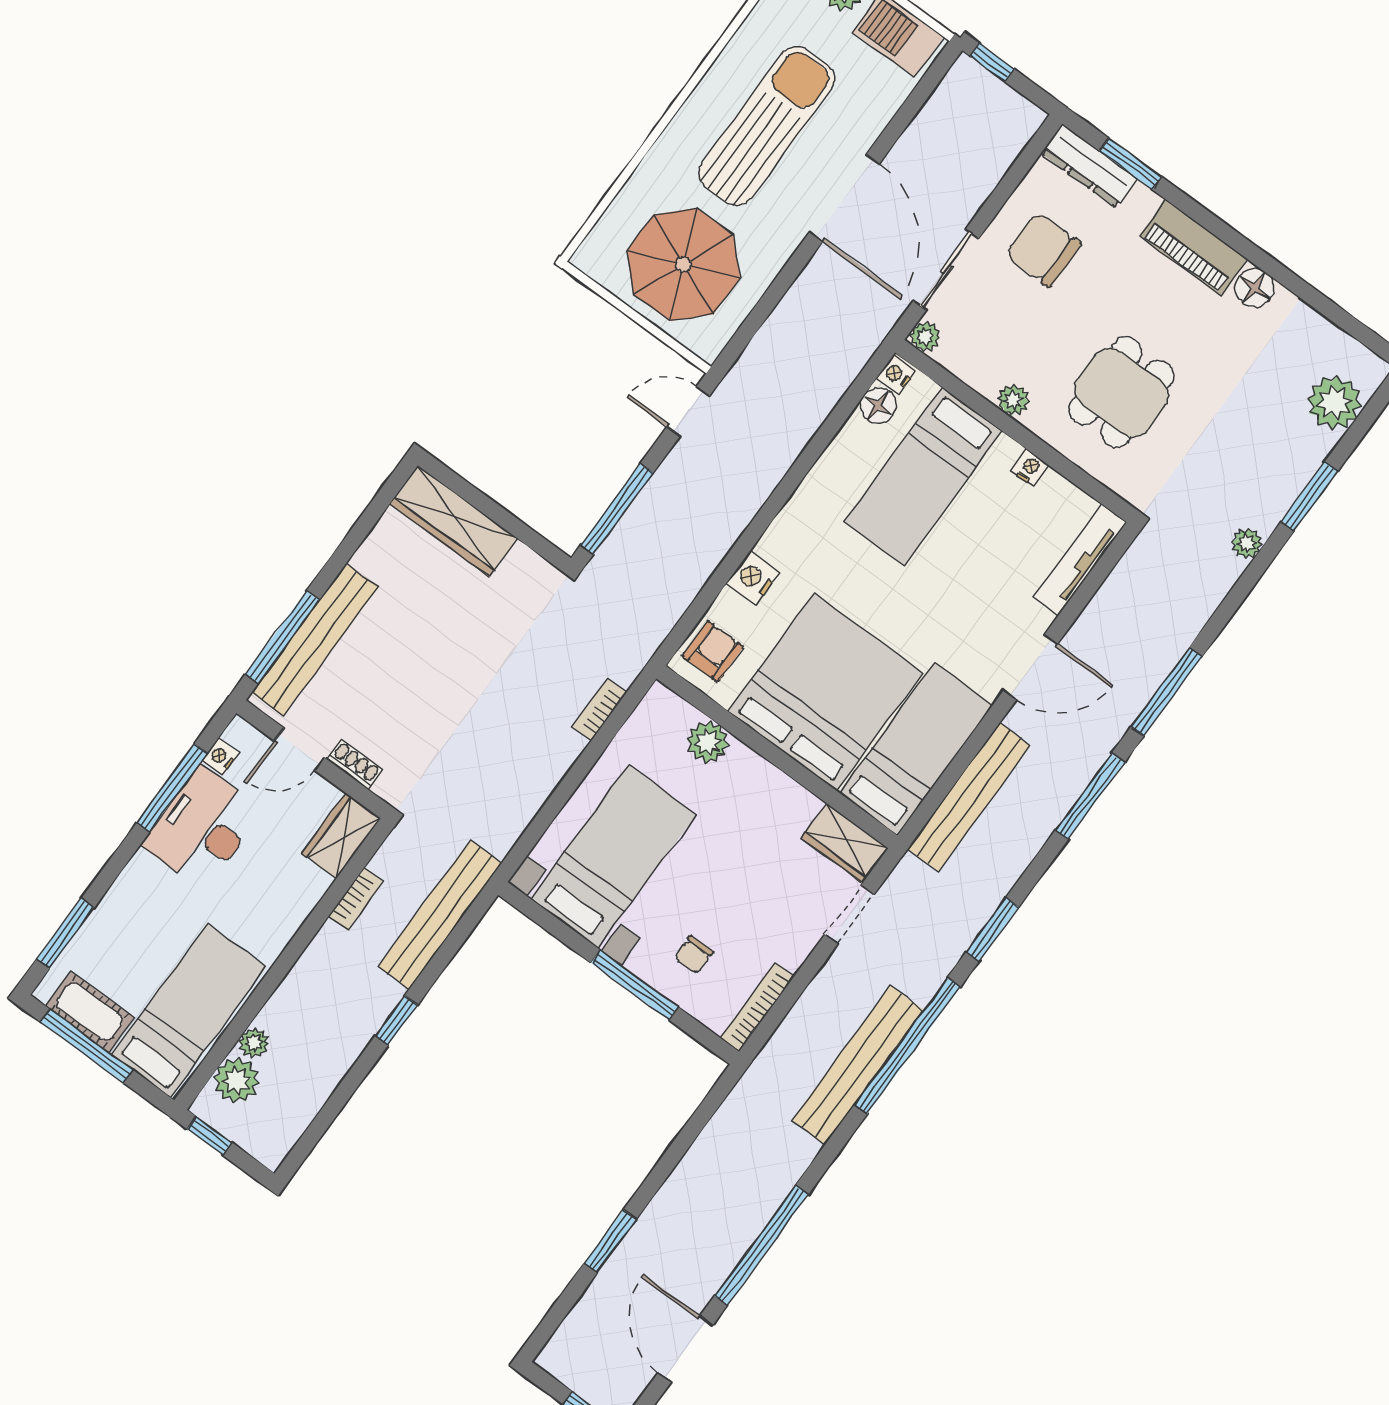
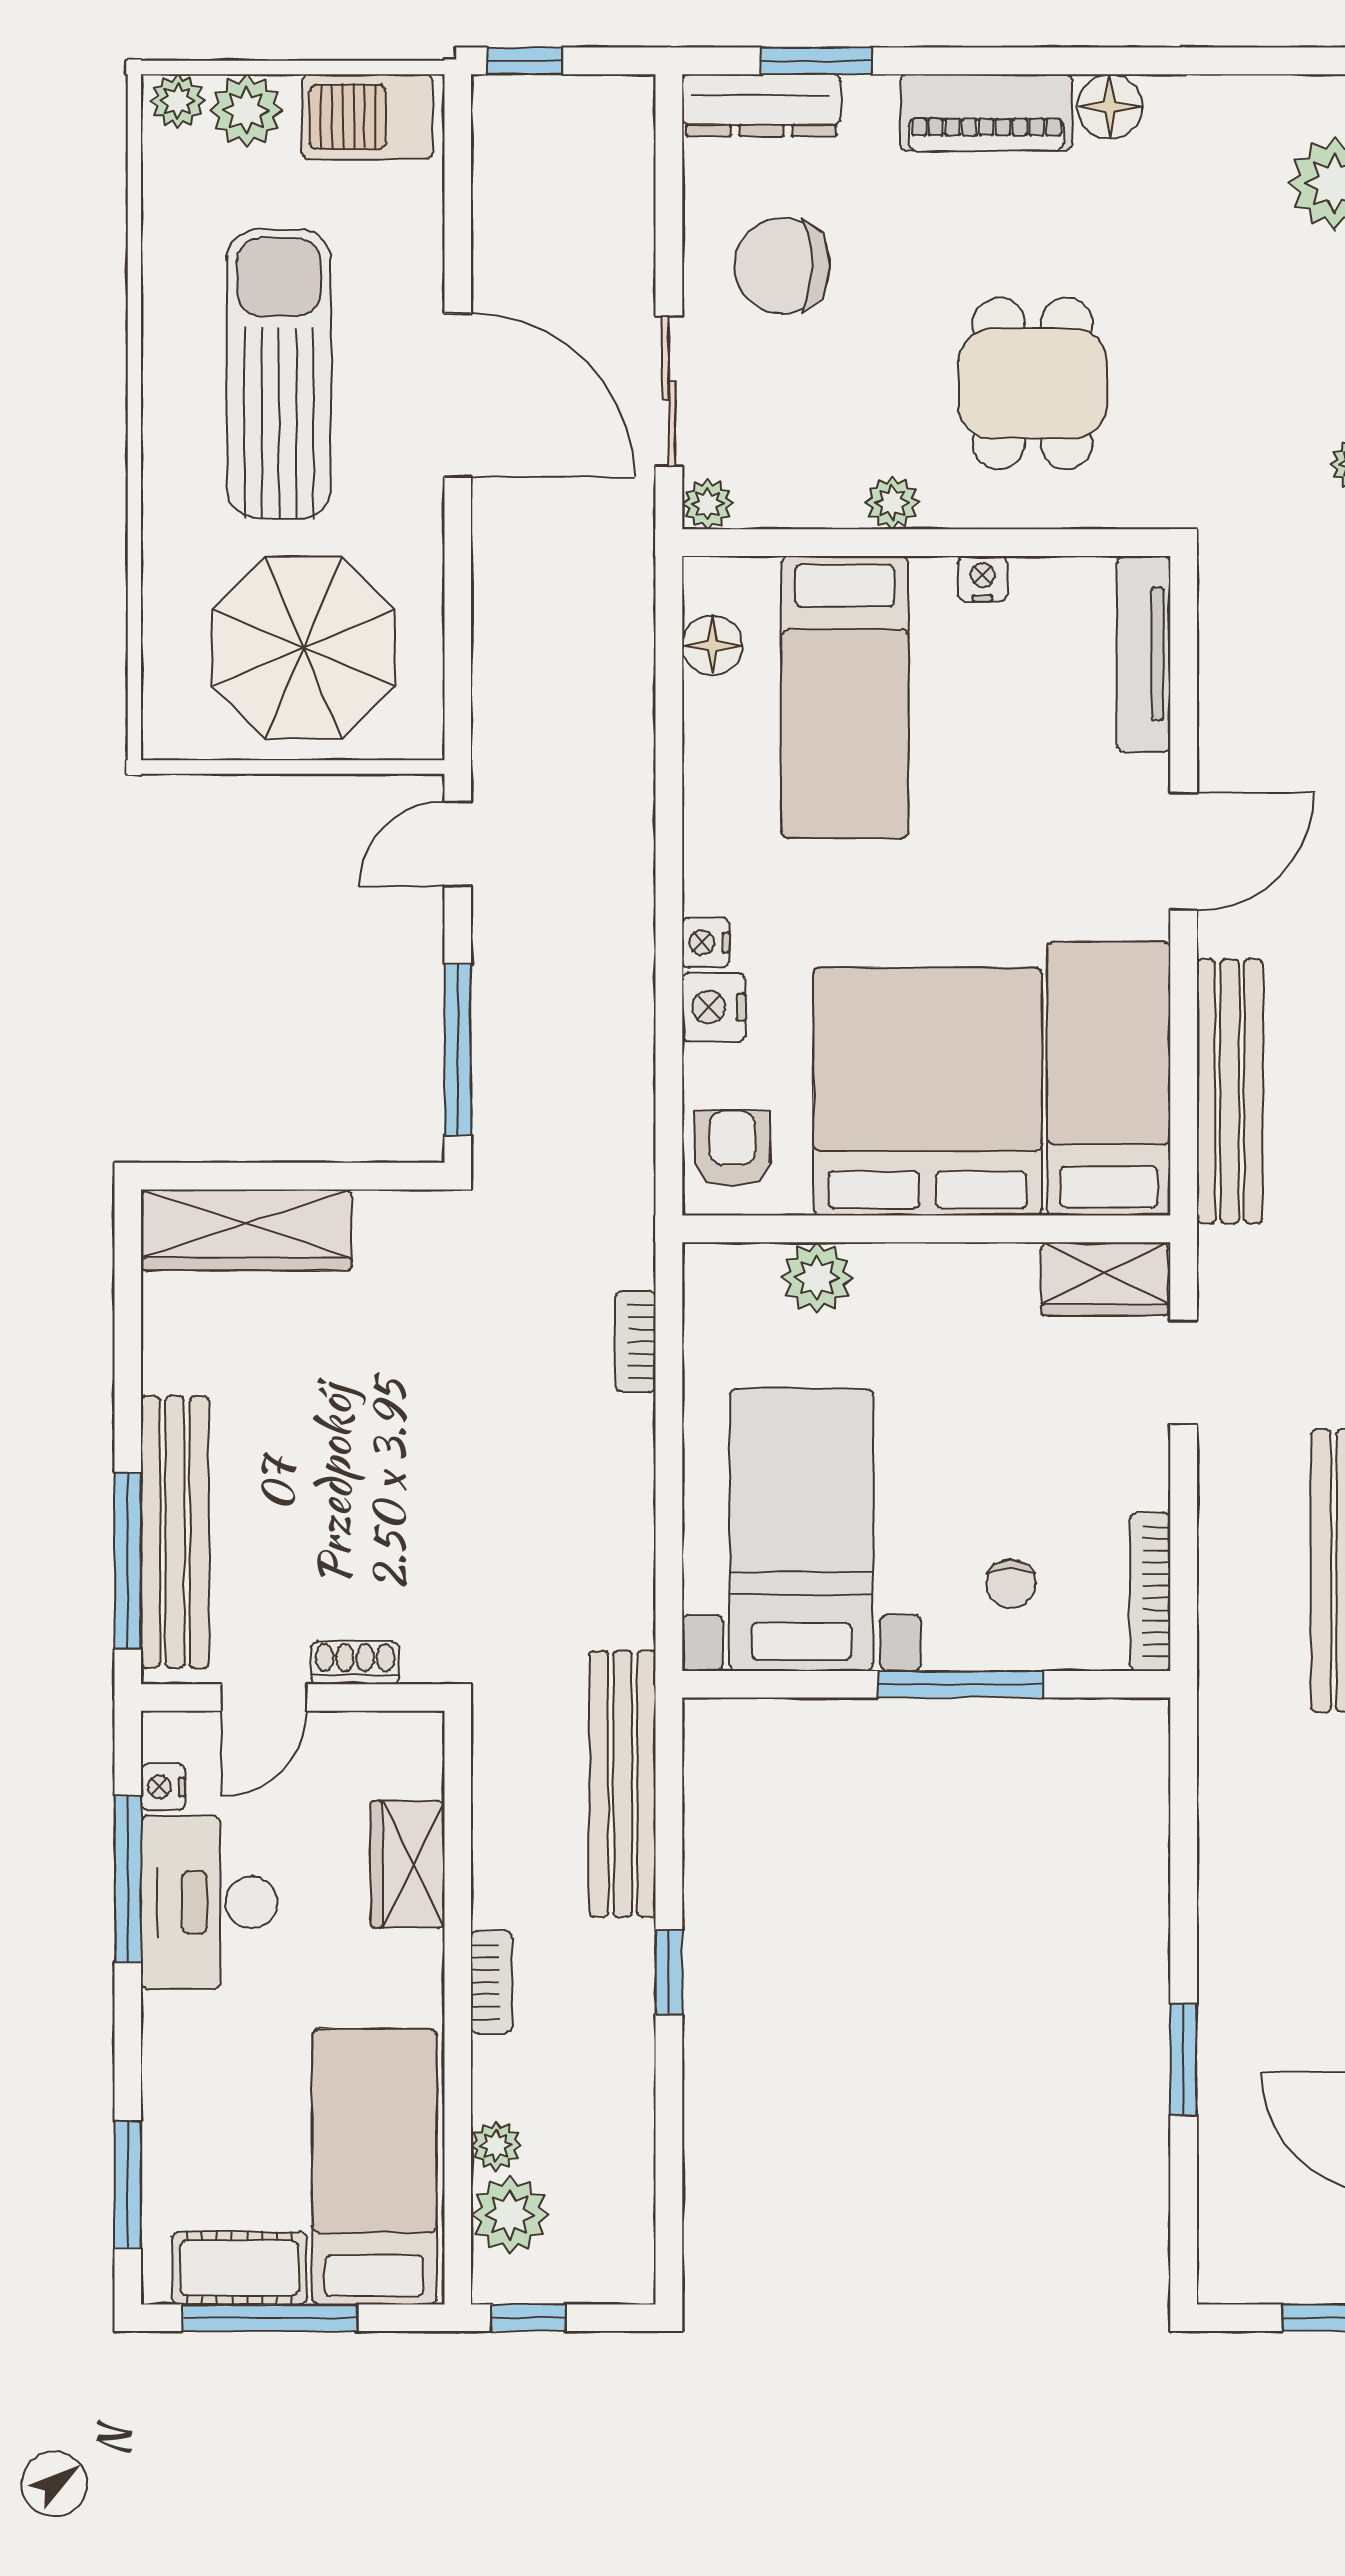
nightstand: (896, 374) -> (706, 943), moved
wardrobe: (341, 836) -> (408, 1864), moved
bookcase: (356, 899) -> (492, 1982), moved

